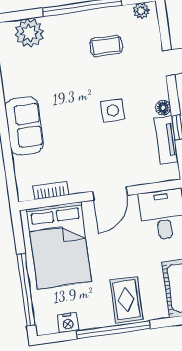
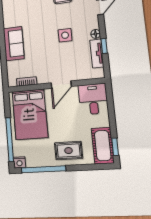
rug: (126, 300) -> (68, 151), turned 90
nightstand: (68, 323) -> (19, 162), moved
window: (114, 330) -> (43, 169), moved

